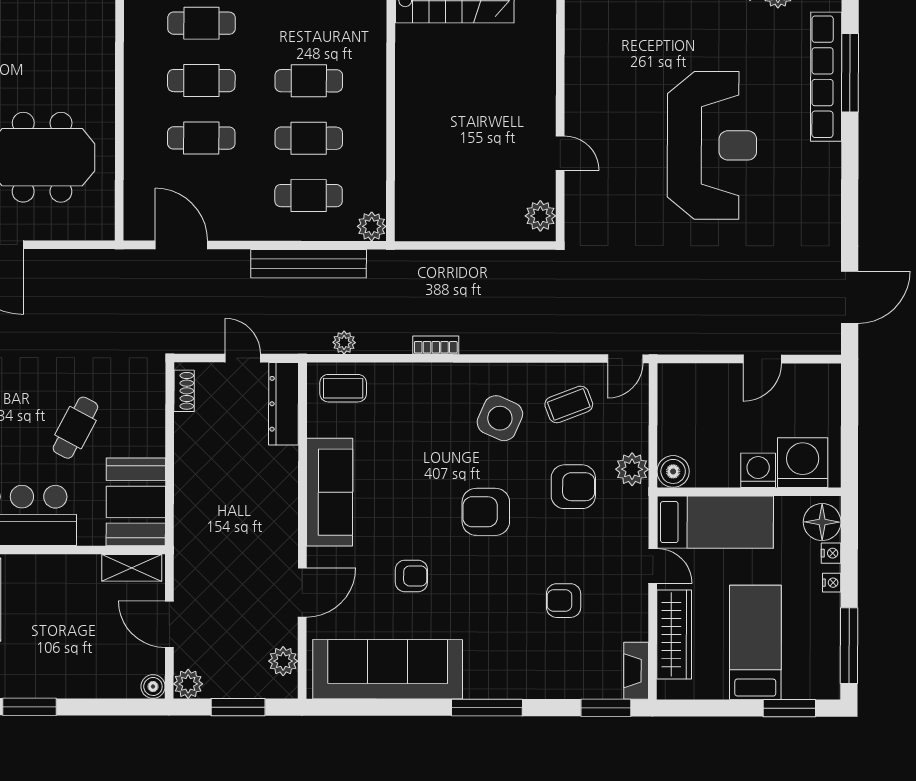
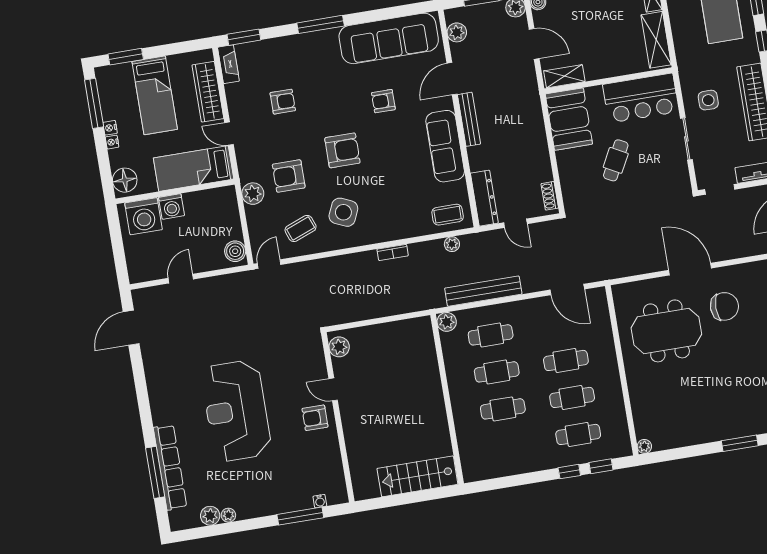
armchair: (595, 115) -> (315, 418), added
boiler: (673, 471) -> (235, 251), moved
bench: (287, 527) -> (469, 119), added
nightstand: (831, 553) -> (110, 128), moved

